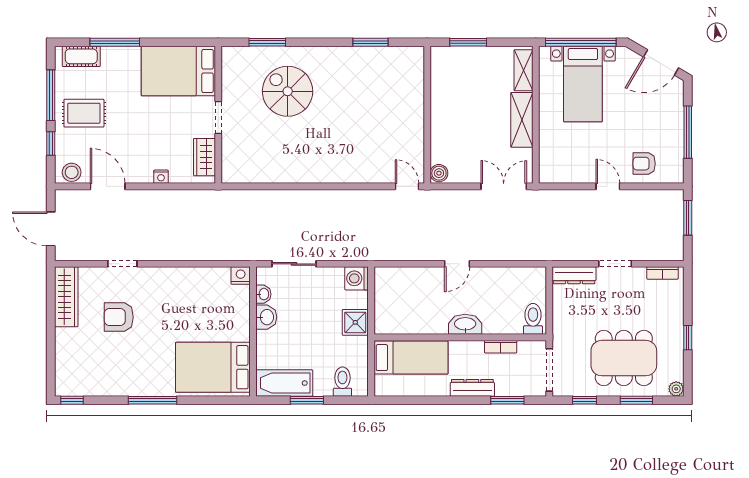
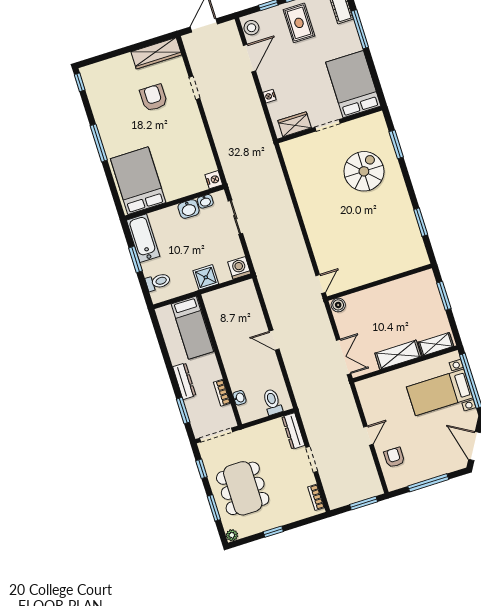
toilet: (533, 319) -> (272, 402), moved, turned -90
washbasin: (465, 324) -> (239, 398), moved, width x0.52, depth x0.69

